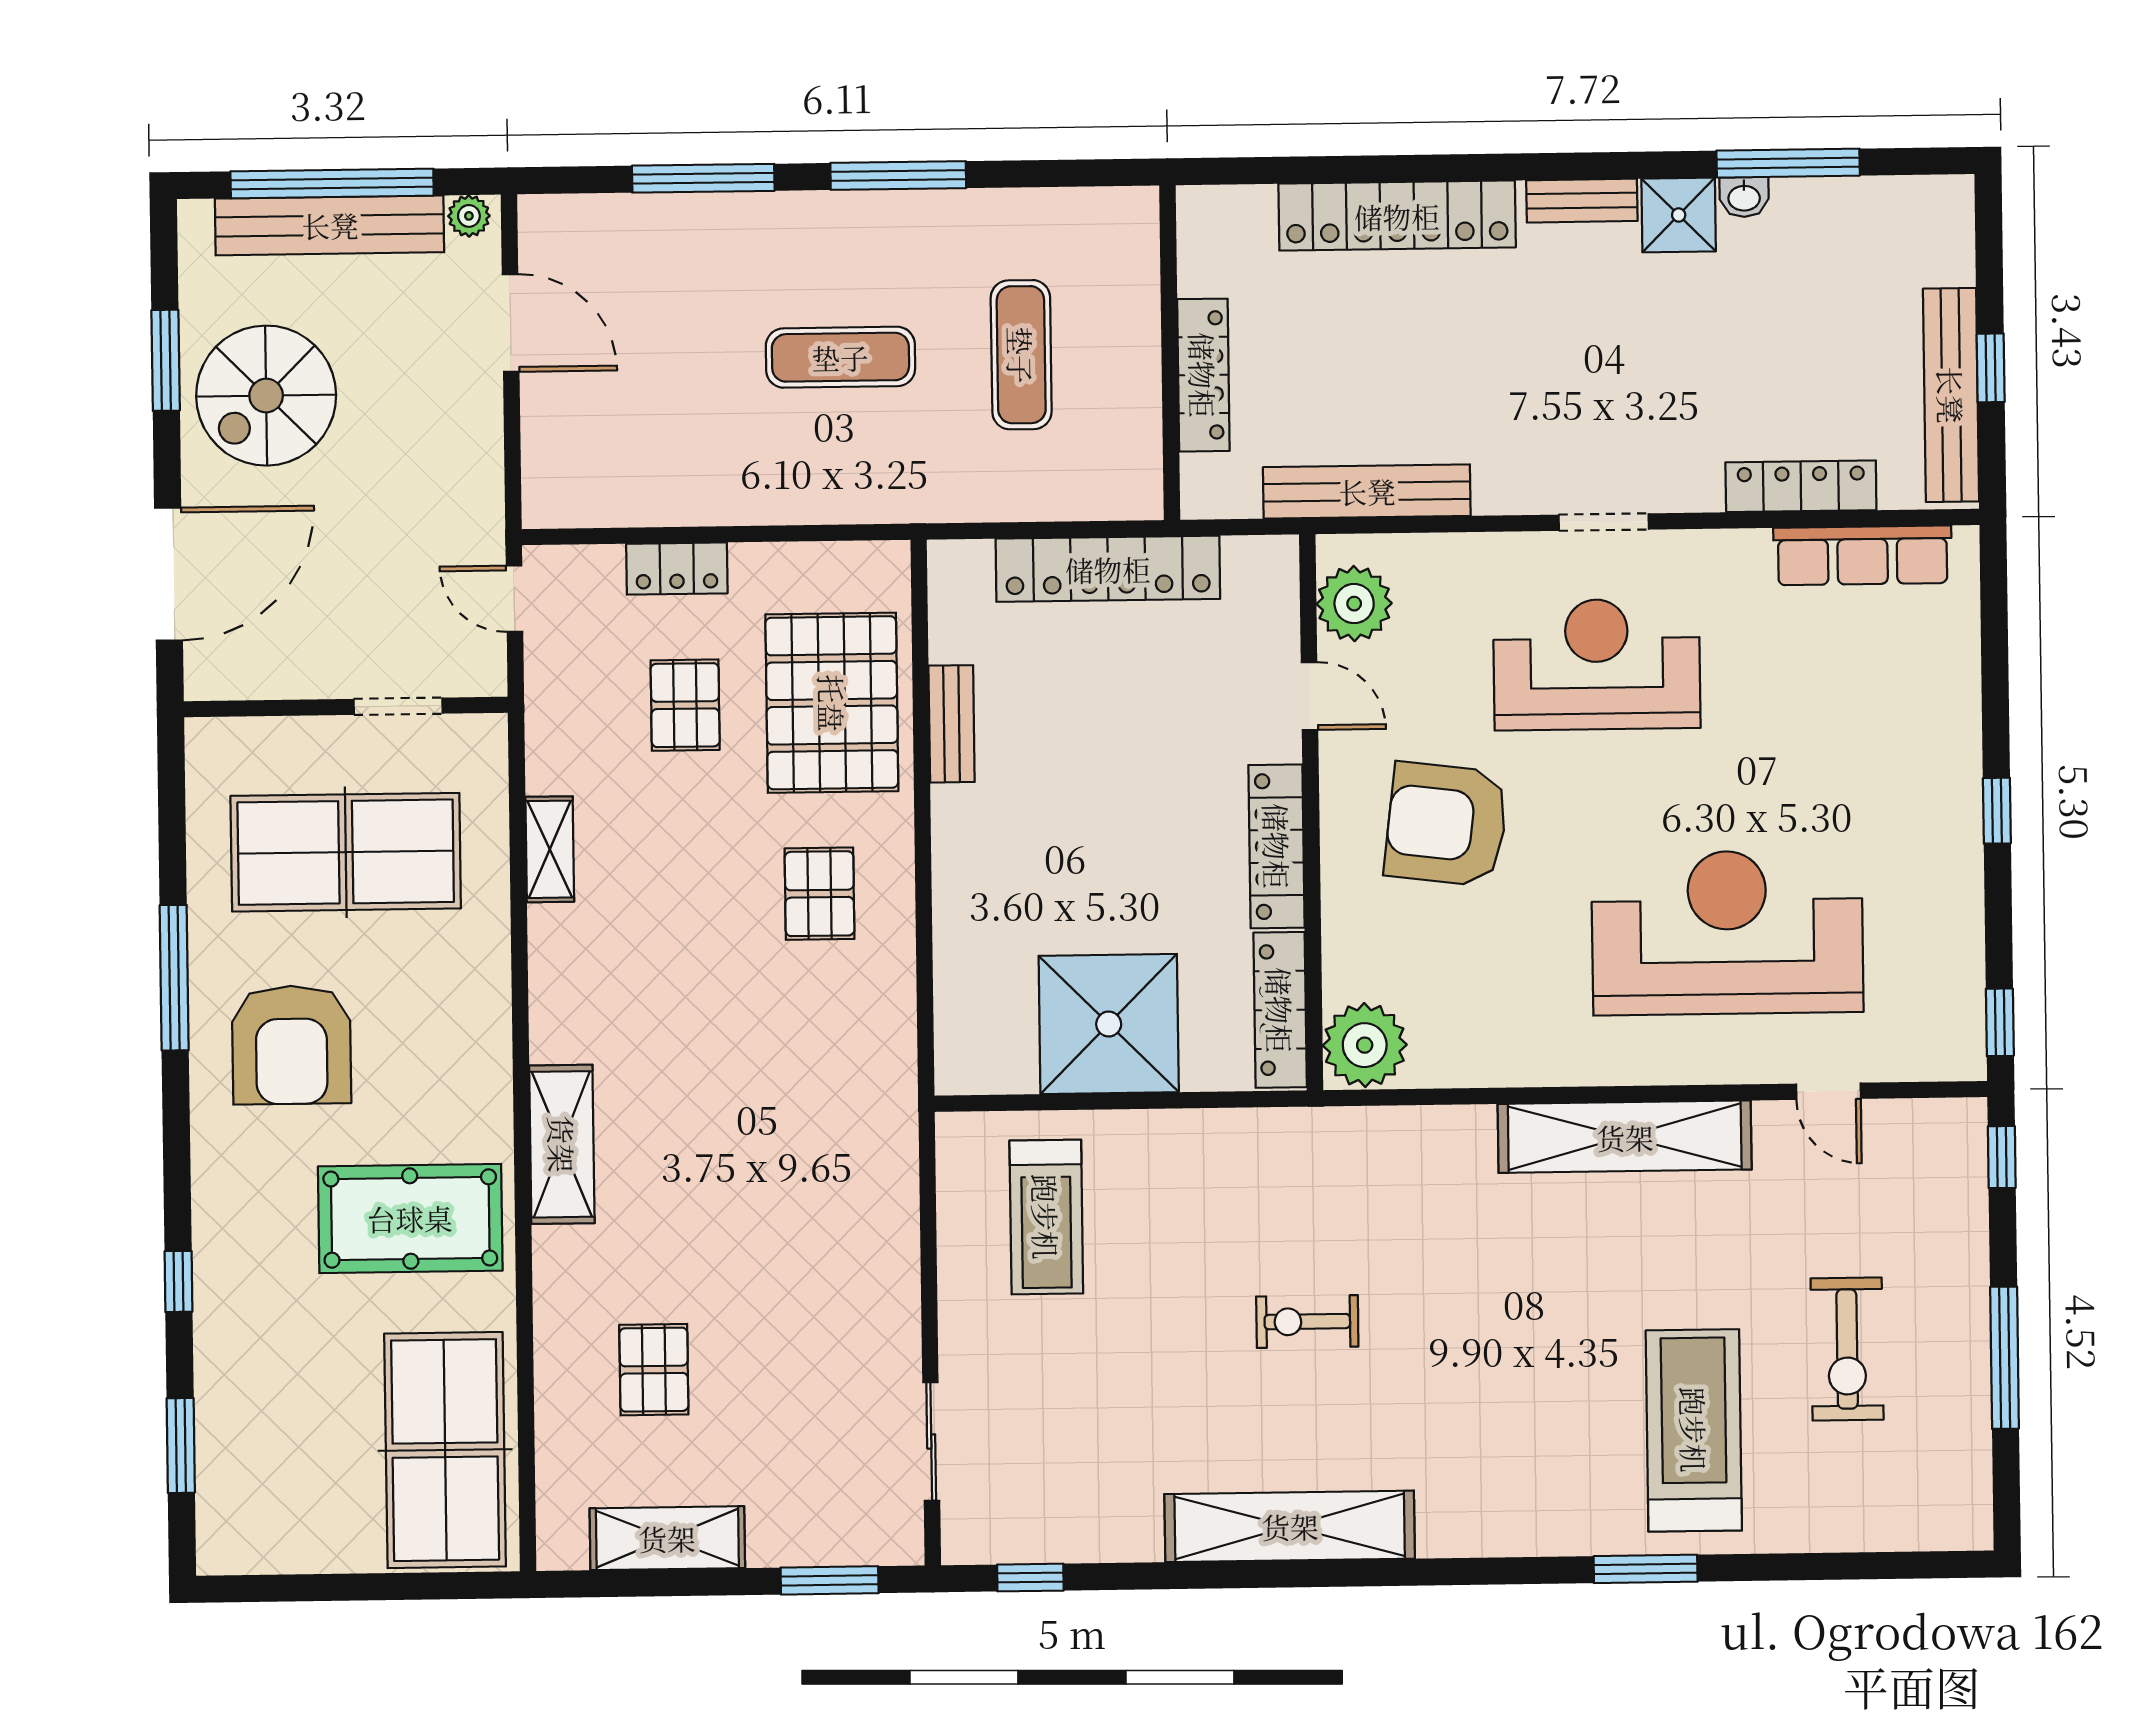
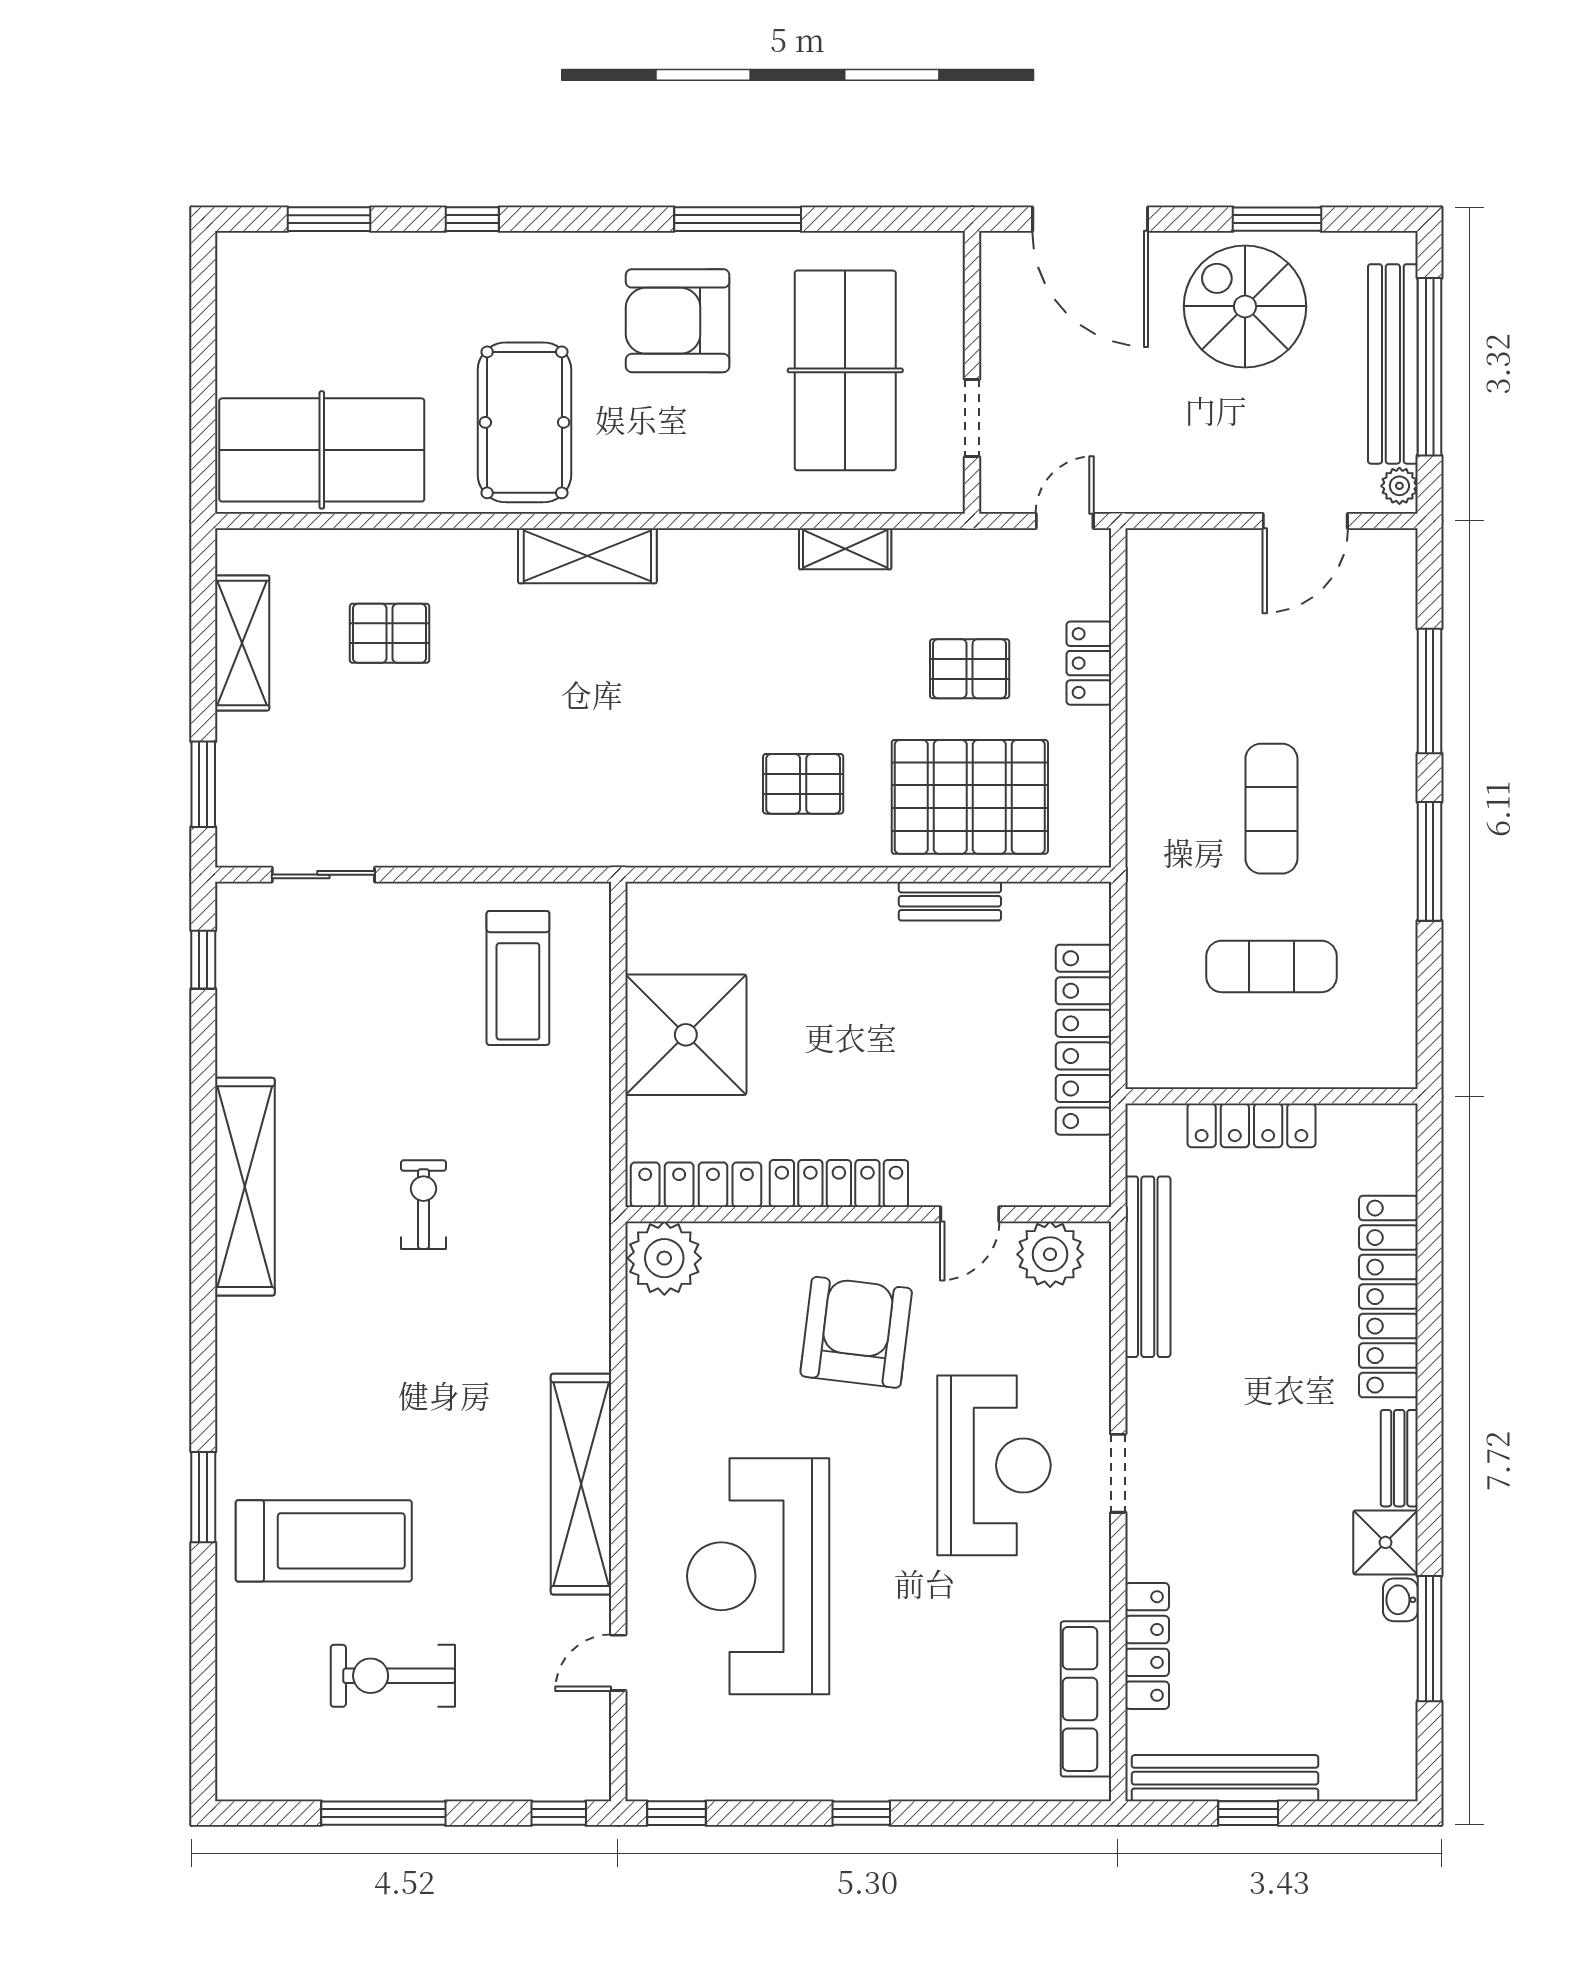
reception desk: (1727, 933) -> (758, 1576), turned 180
treadmill: (1046, 1217) -> (518, 978), turned -90

